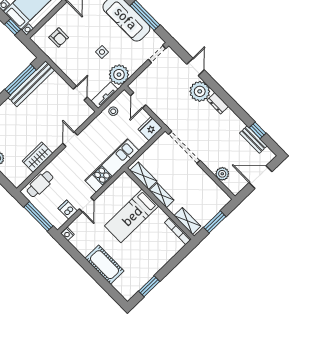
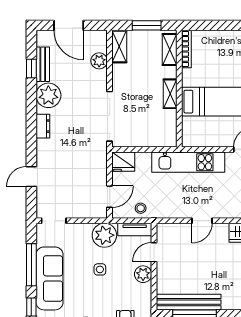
plant: (74, 74) -> (143, 274), added
plant: (200, 91) -> (48, 95), moved
shelving: (143, 176) -> (119, 47), moved

